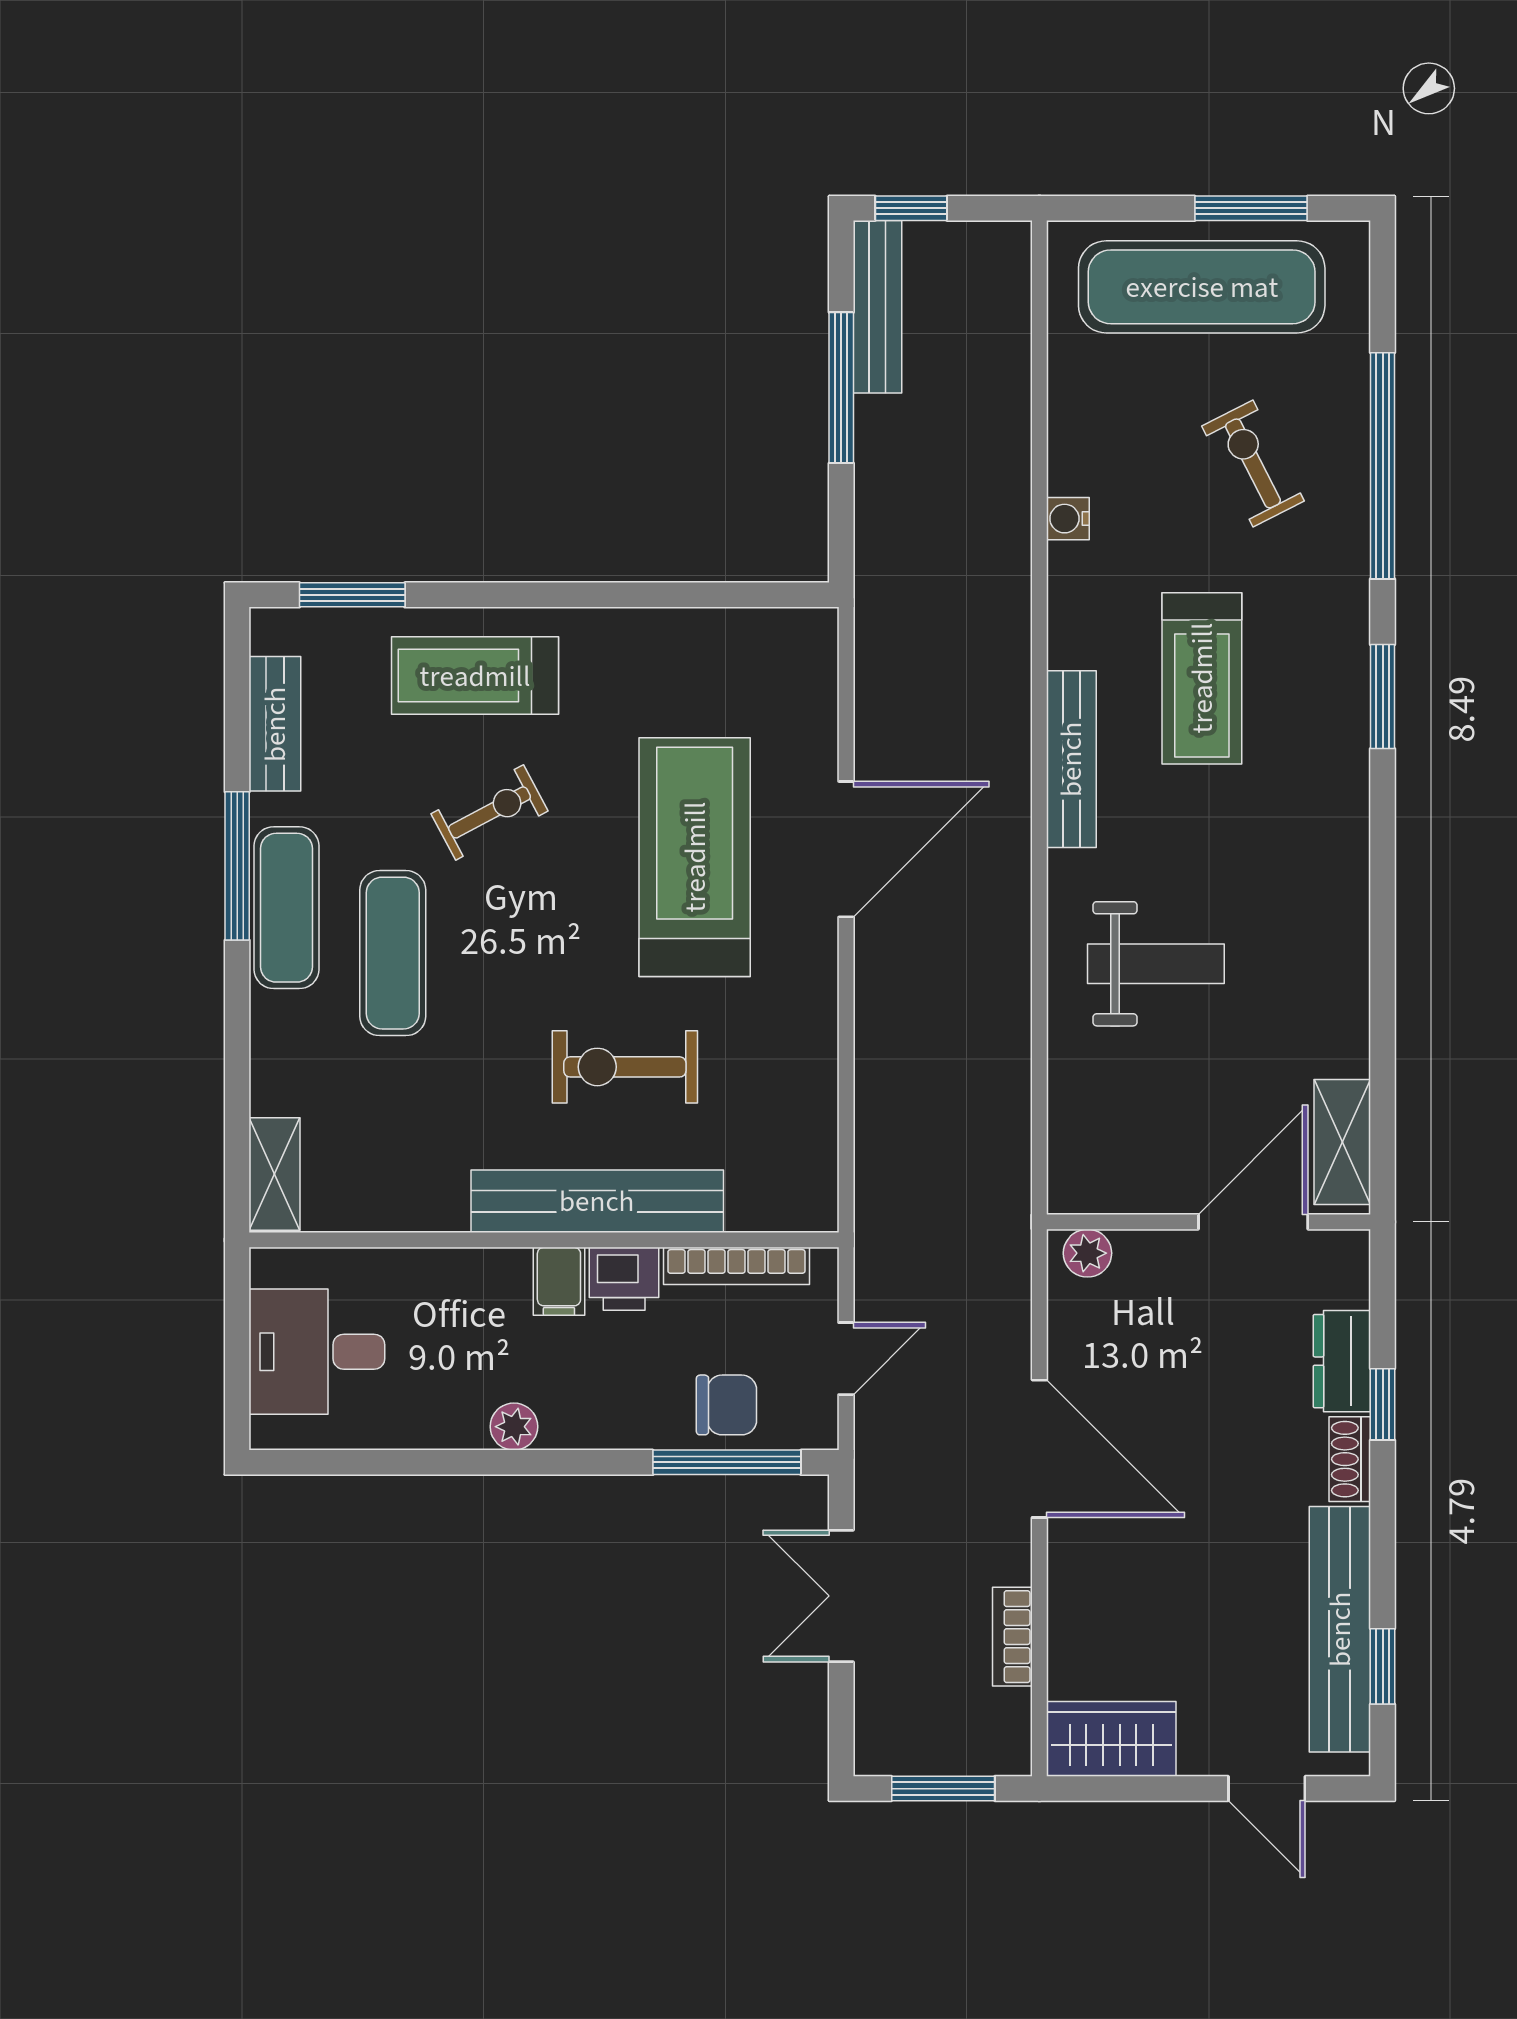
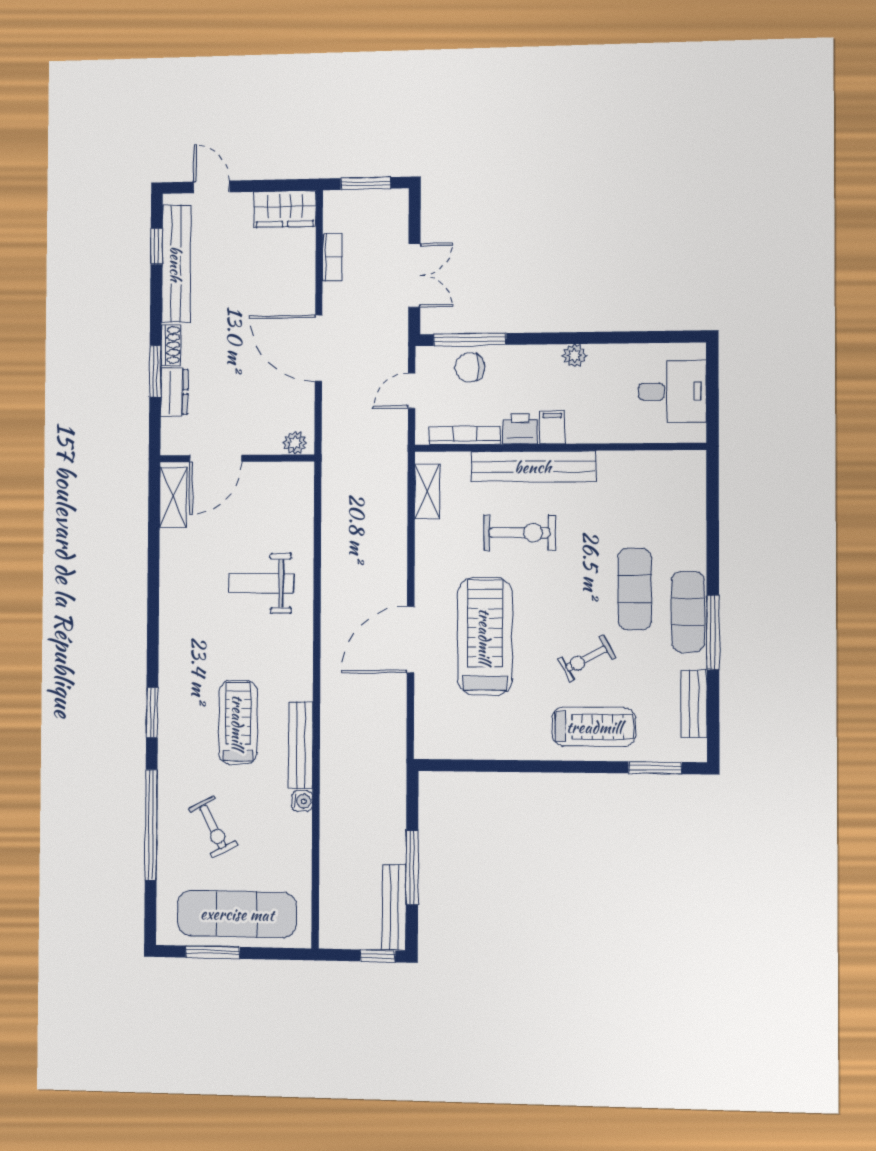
bench: (1071, 759) -> (301, 745), moved
treadmill: (695, 857) -> (485, 636), turned 180
shelving: (275, 1174) -> (427, 491), moved
window: (1383, 1404) -> (155, 371), width x1.50

